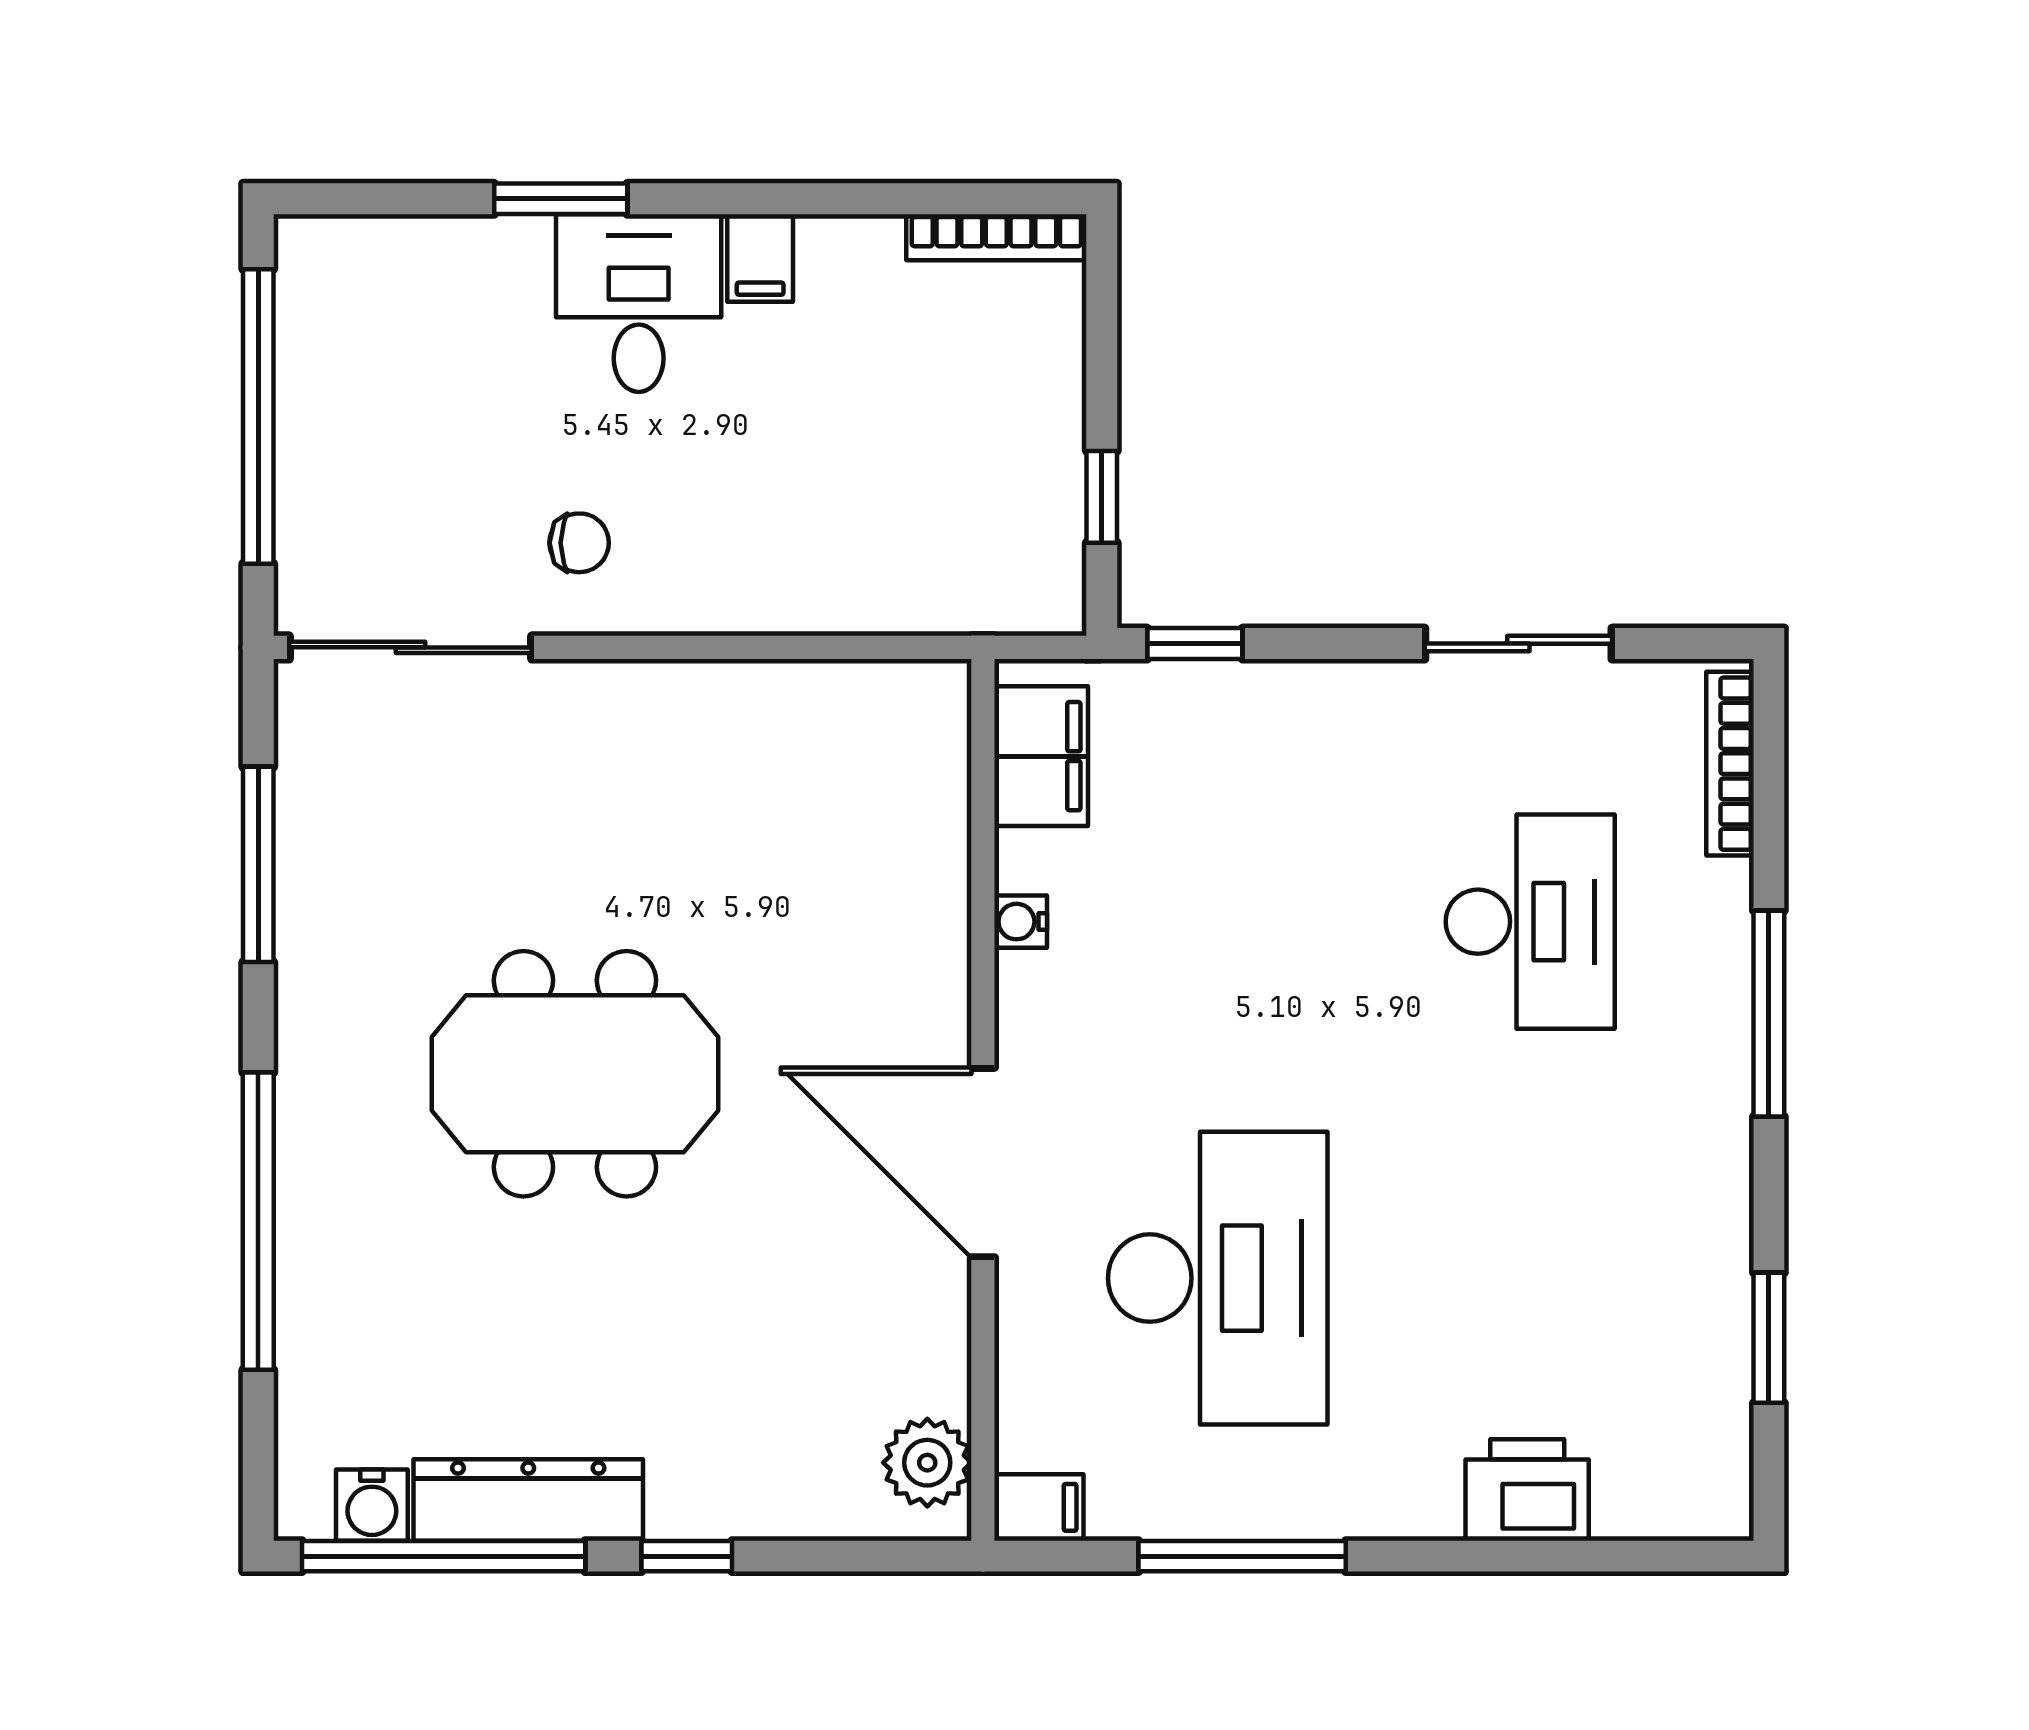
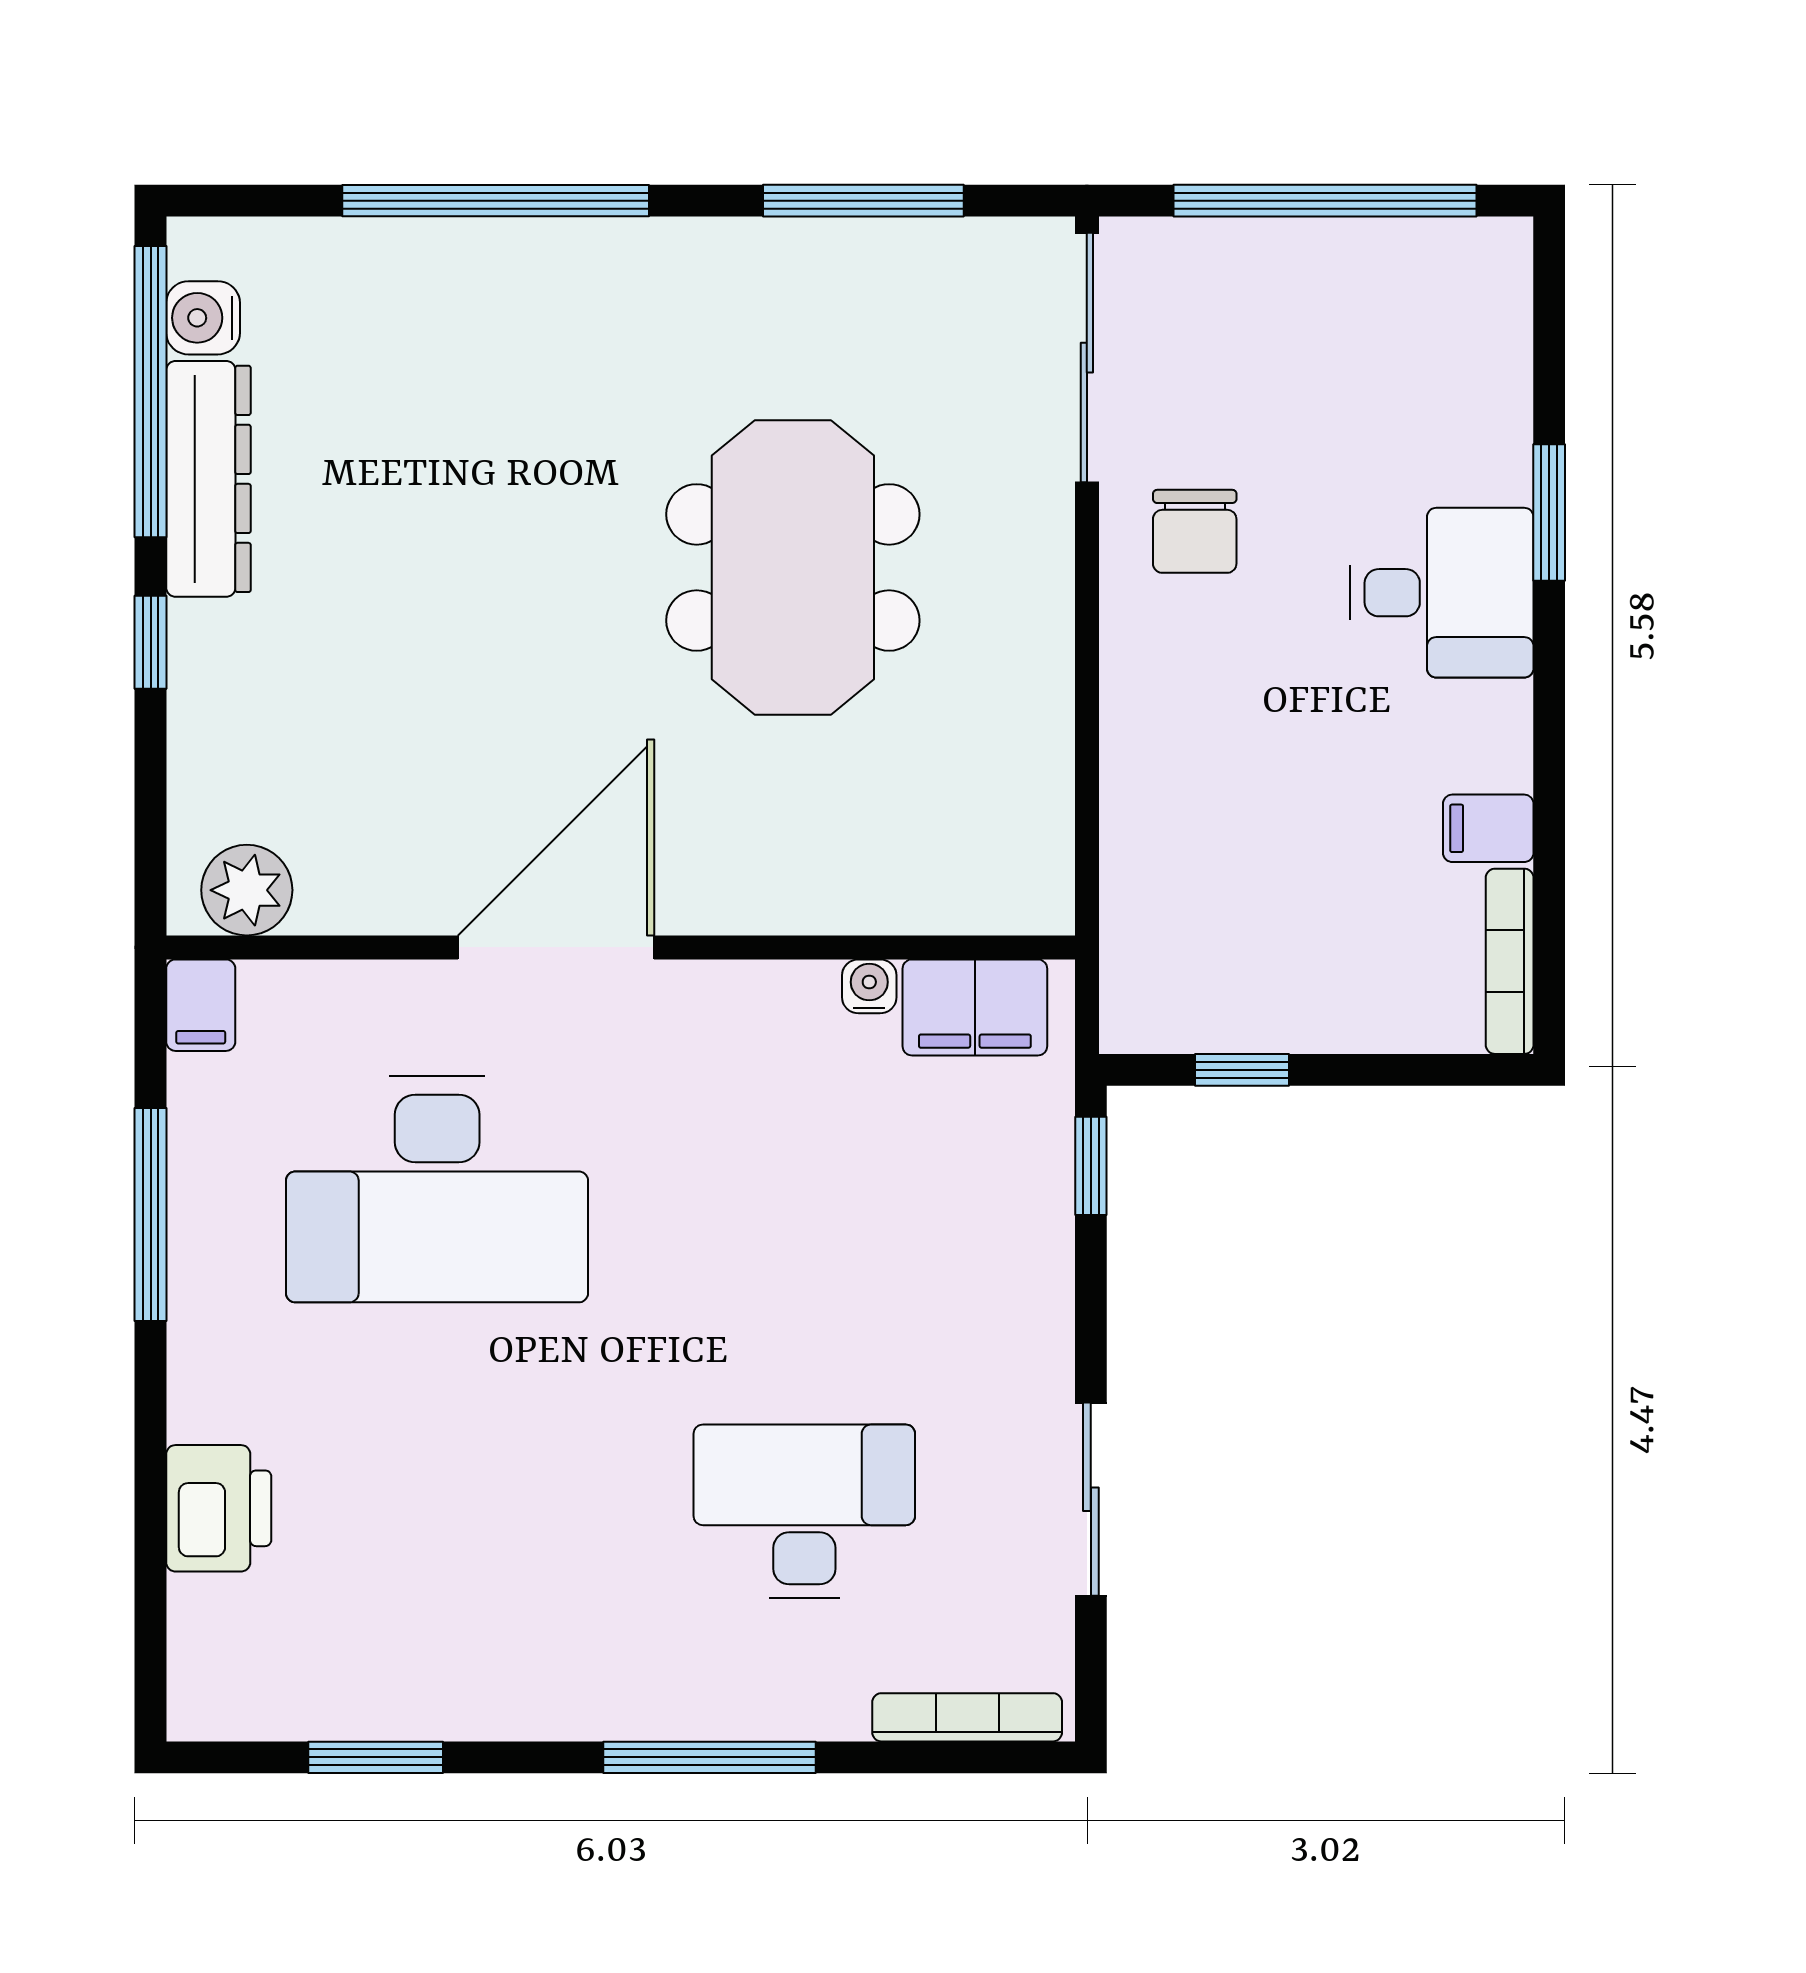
filing cabinet: (760, 258) -> (1488, 828), moved
chair: (579, 543) -> (1195, 531), width x1.37, depth x1.37
water cooler: (1021, 922) -> (869, 986), moved
desk: (1530, 922) -> (804, 1511), turned 180
meeting table: (575, 1074) -> (793, 567), moved

